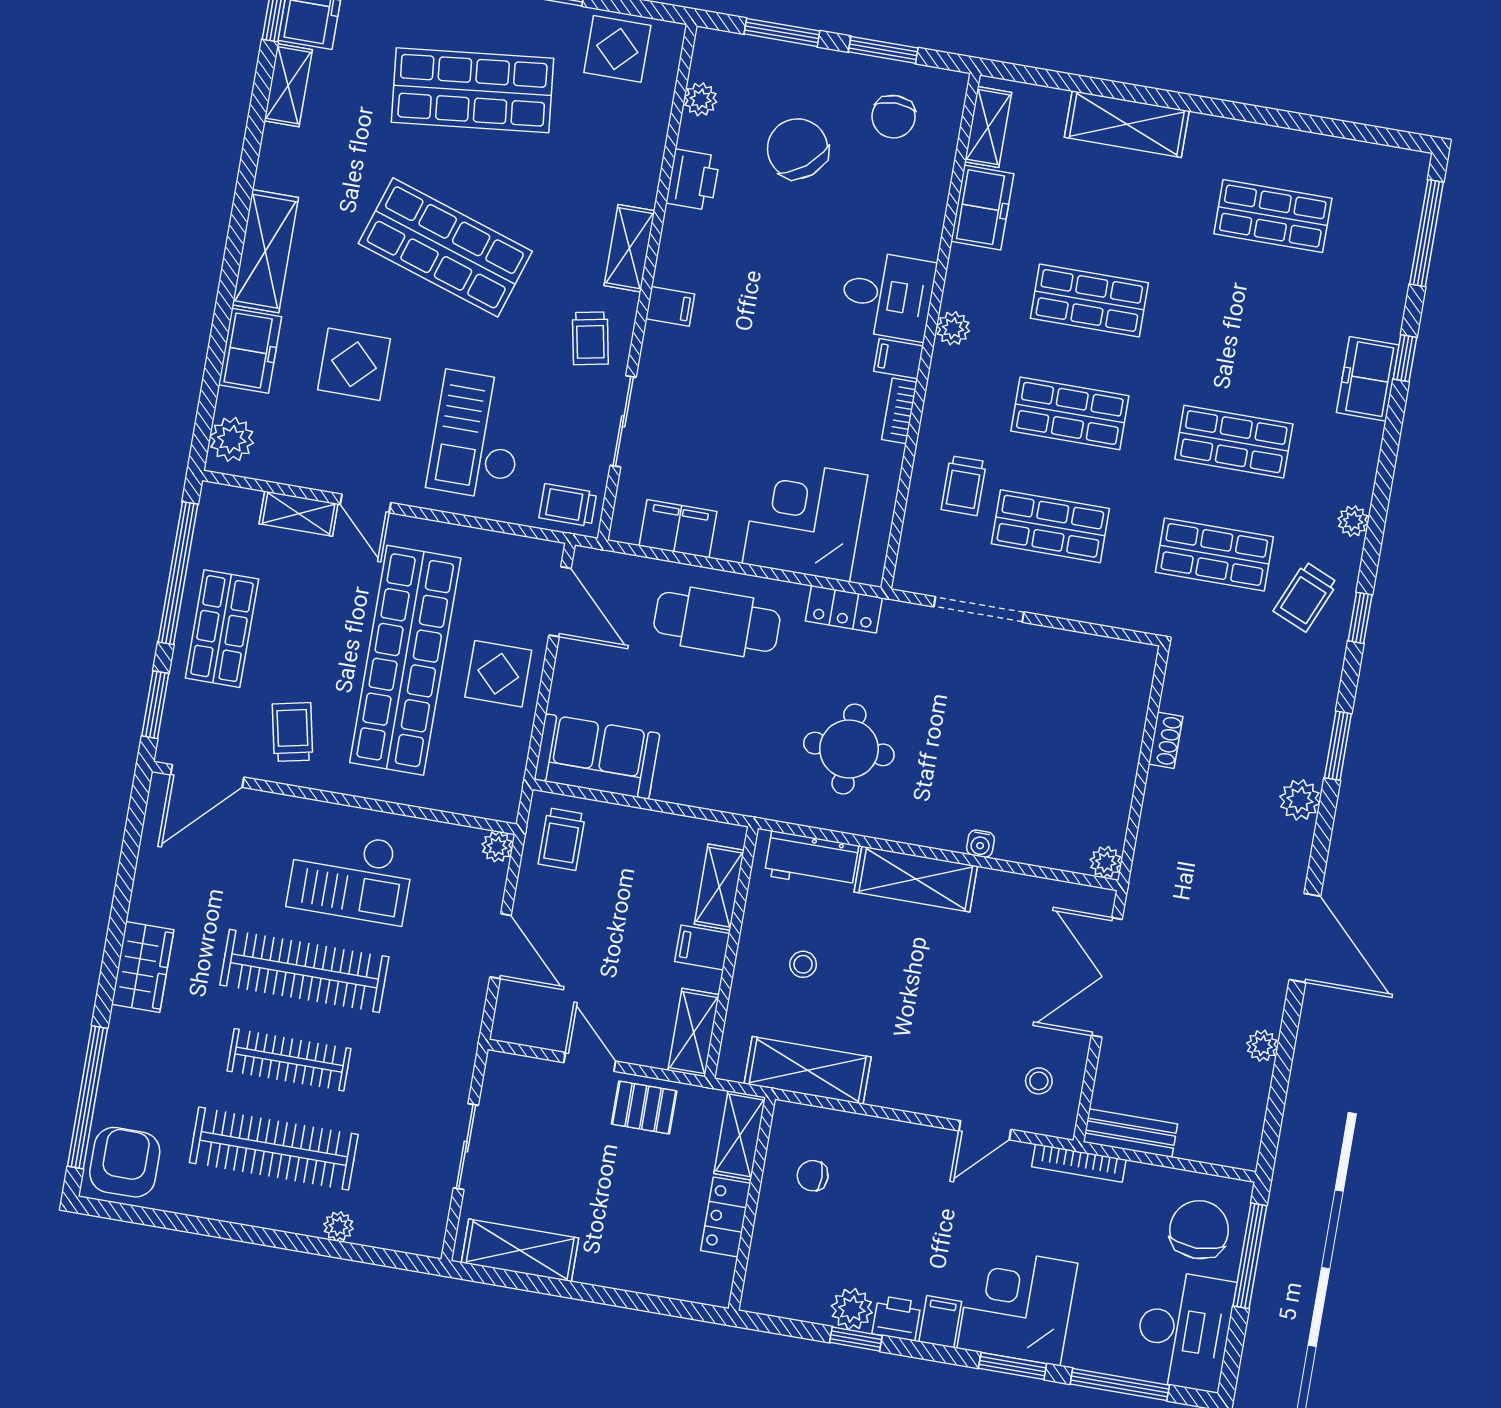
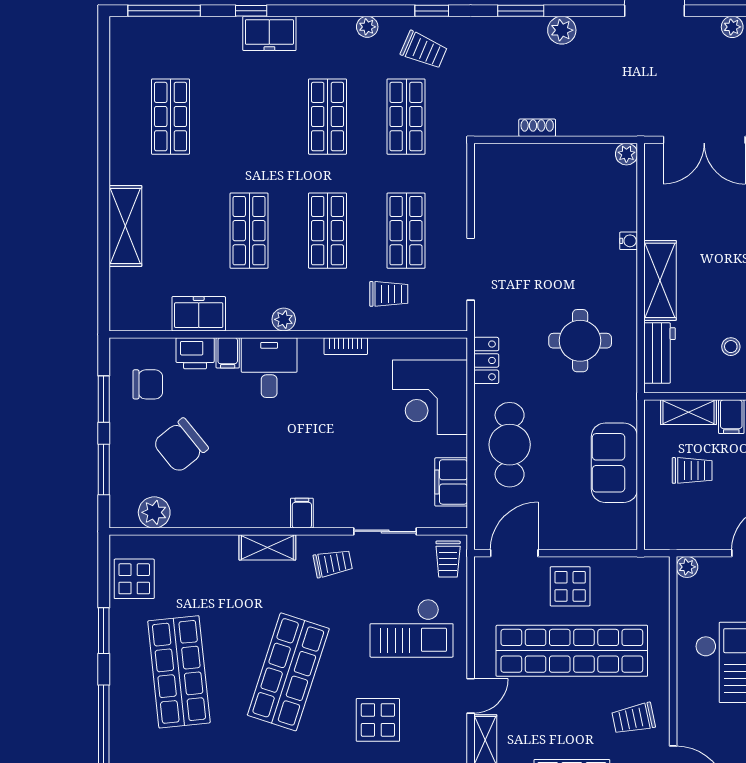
plant: (701, 99) -> (154, 512), width x1.38, depth x1.38
shelving: (988, 127) -> (144, 319), removed
printer: (693, 180) -> (195, 353), moved, turned 180
filing cabinet: (898, 359) -> (228, 353), moved
sofa: (597, 756) -> (614, 463), moved
trolley: (562, 839) -> (692, 470), moved

